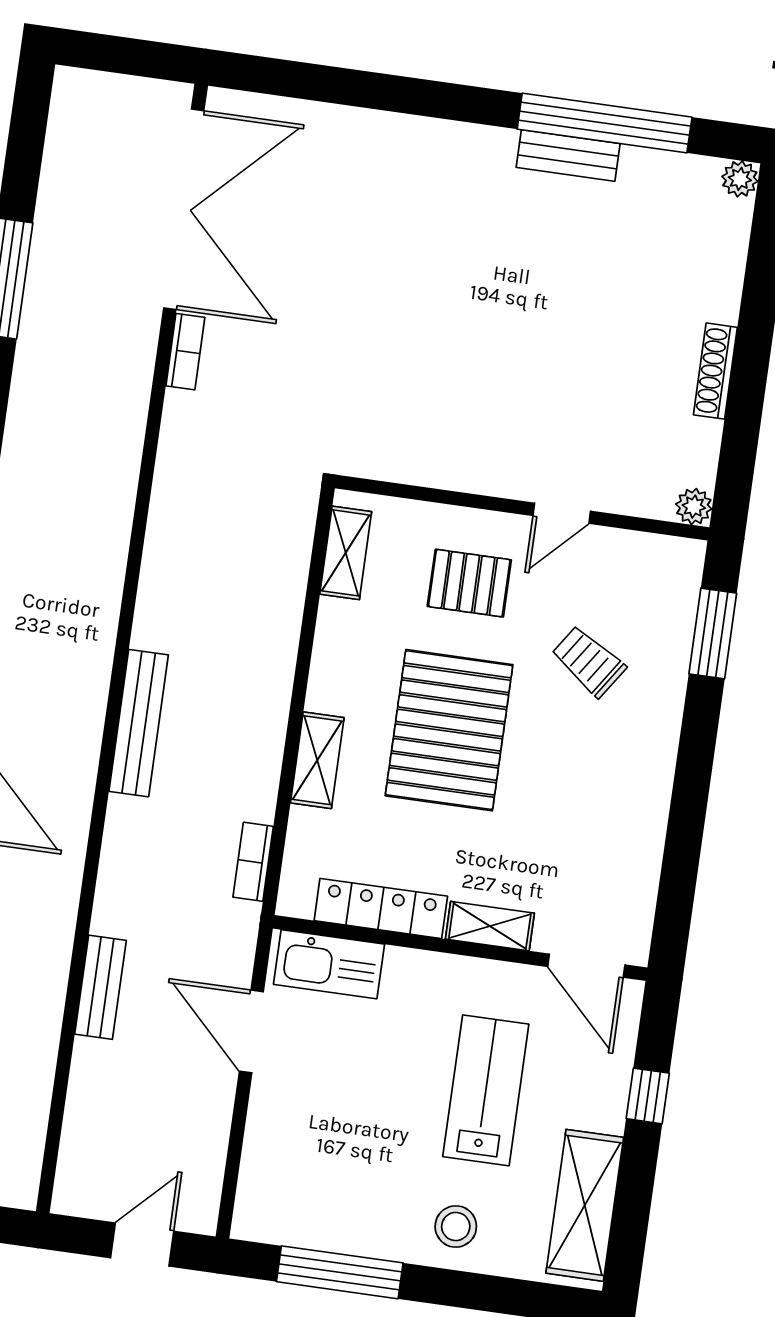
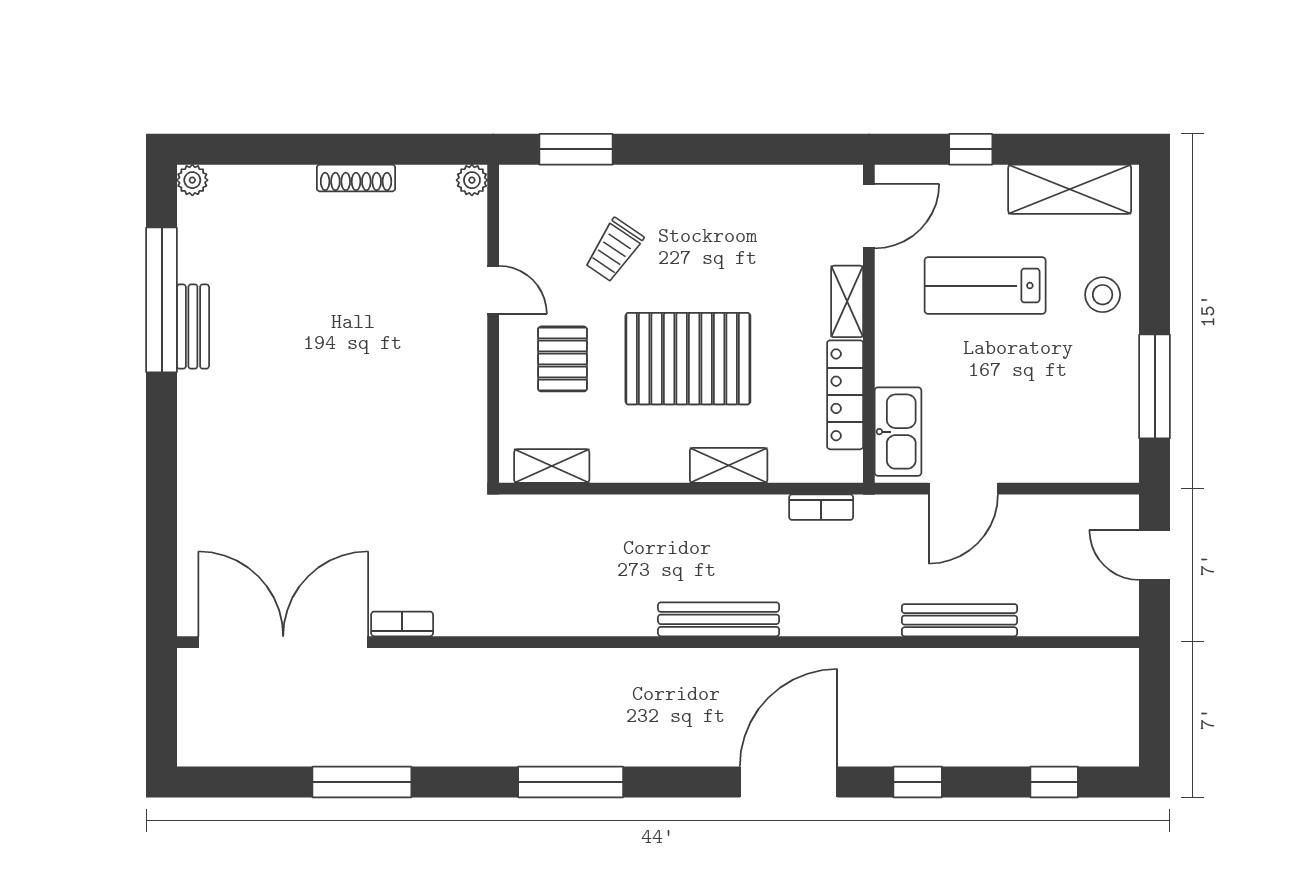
bench: (101, 987) -> (959, 620), width x1.36

